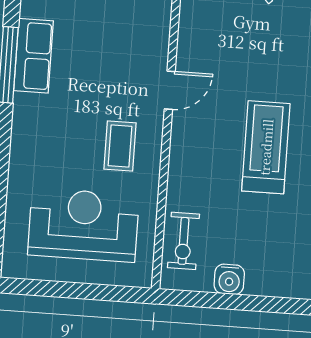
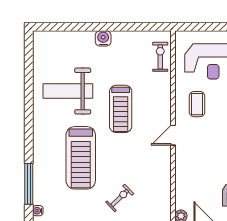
water cooler: (229, 279) -> (103, 38), moved

